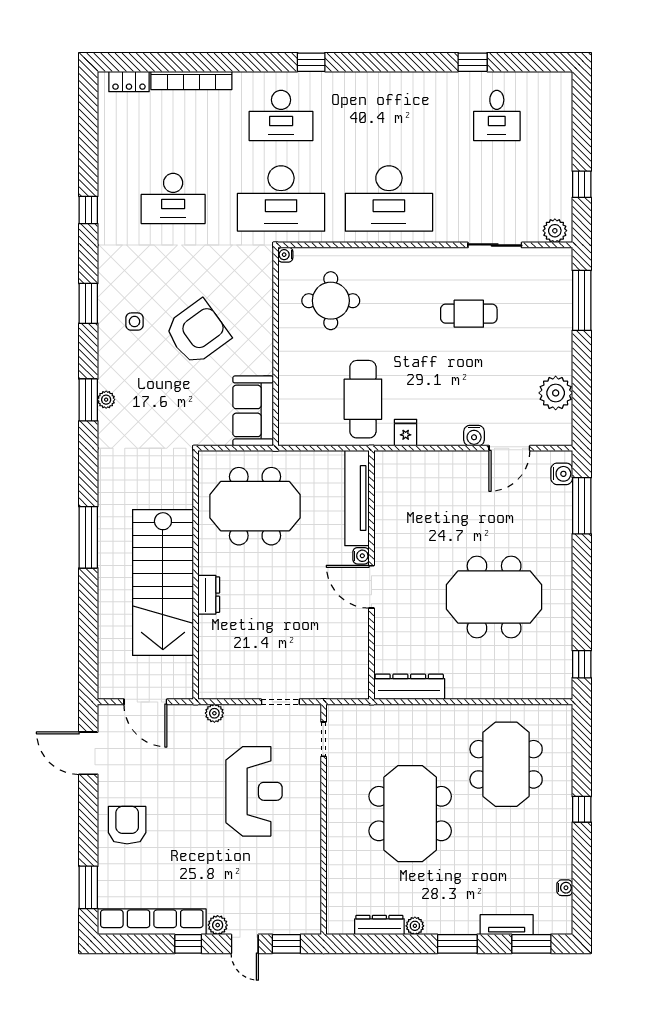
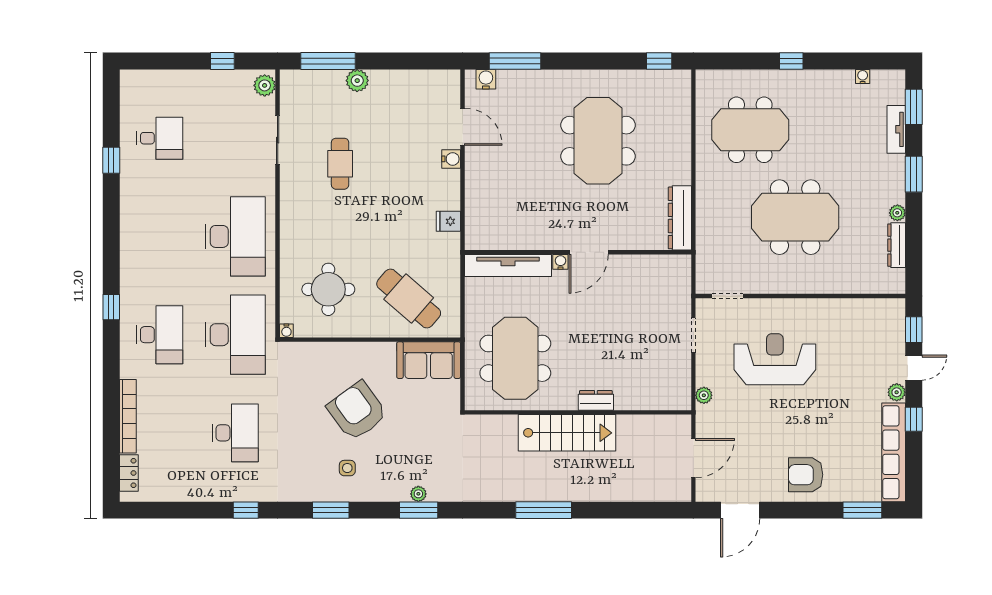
plant: (556, 393) -> (357, 81), moved, width x0.73, depth x0.73
cafe table: (363, 399) -> (409, 299), moved, turned 41
stairs: (163, 582) -> (567, 433), width x0.73, depth x0.66

